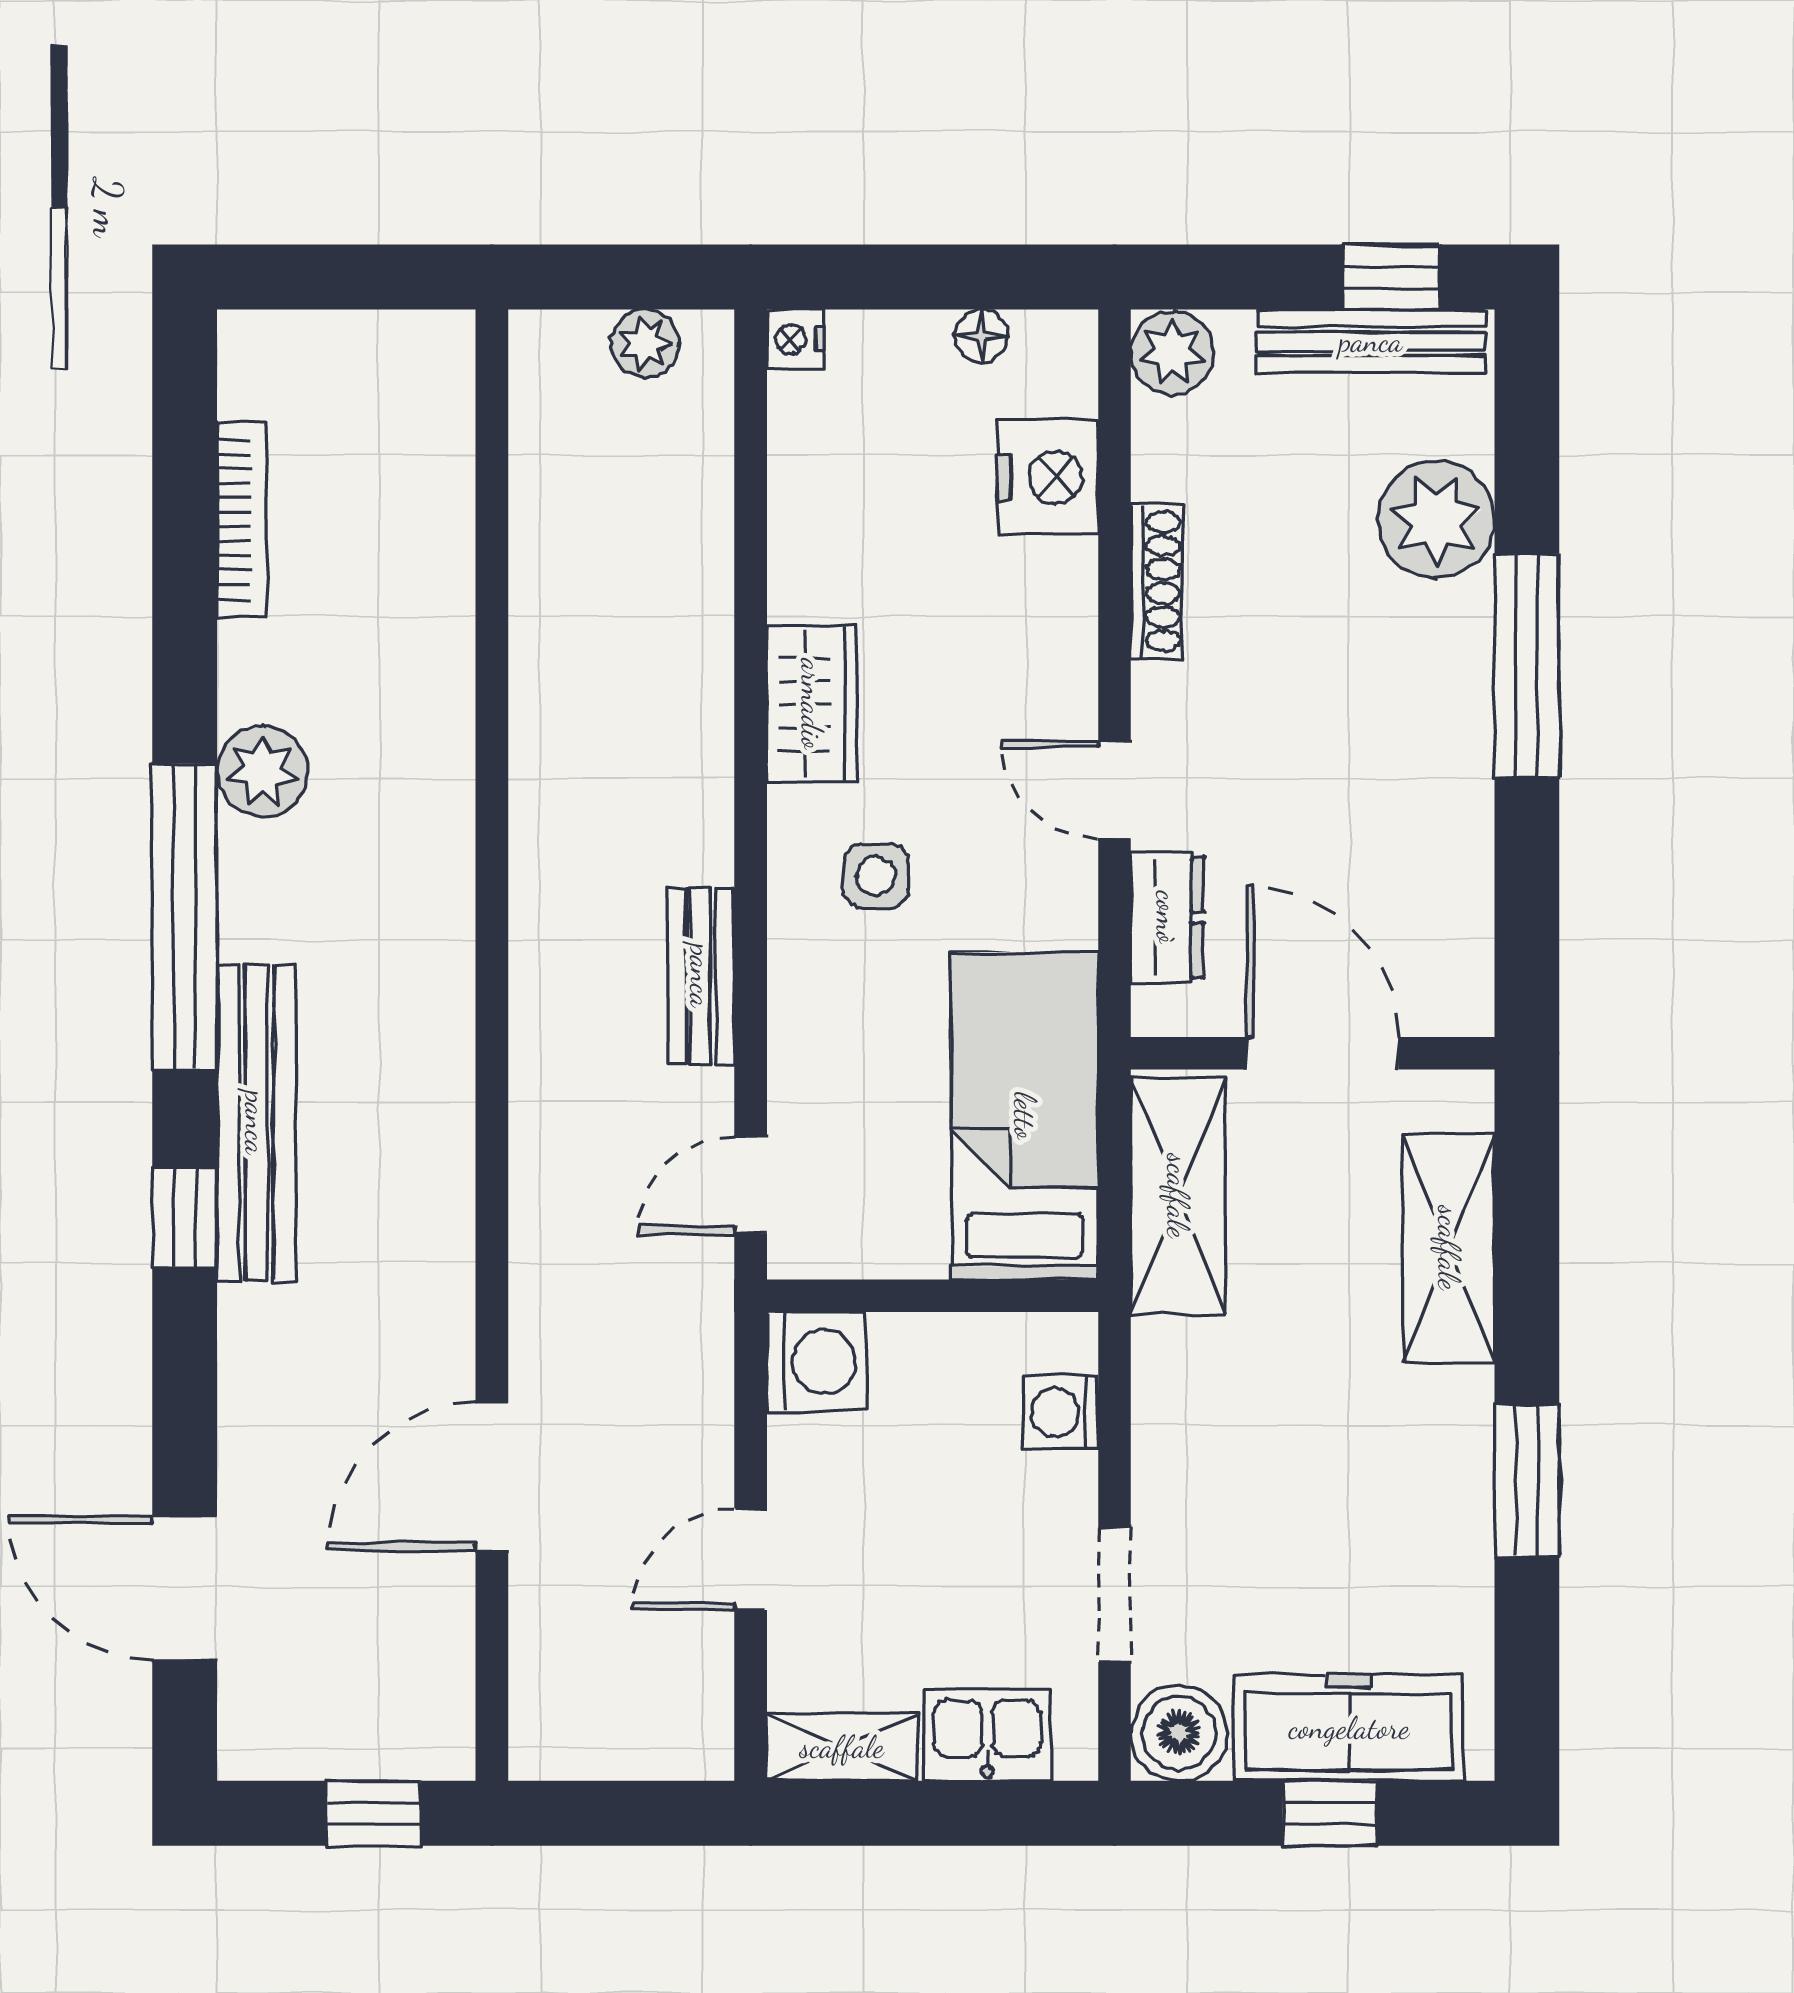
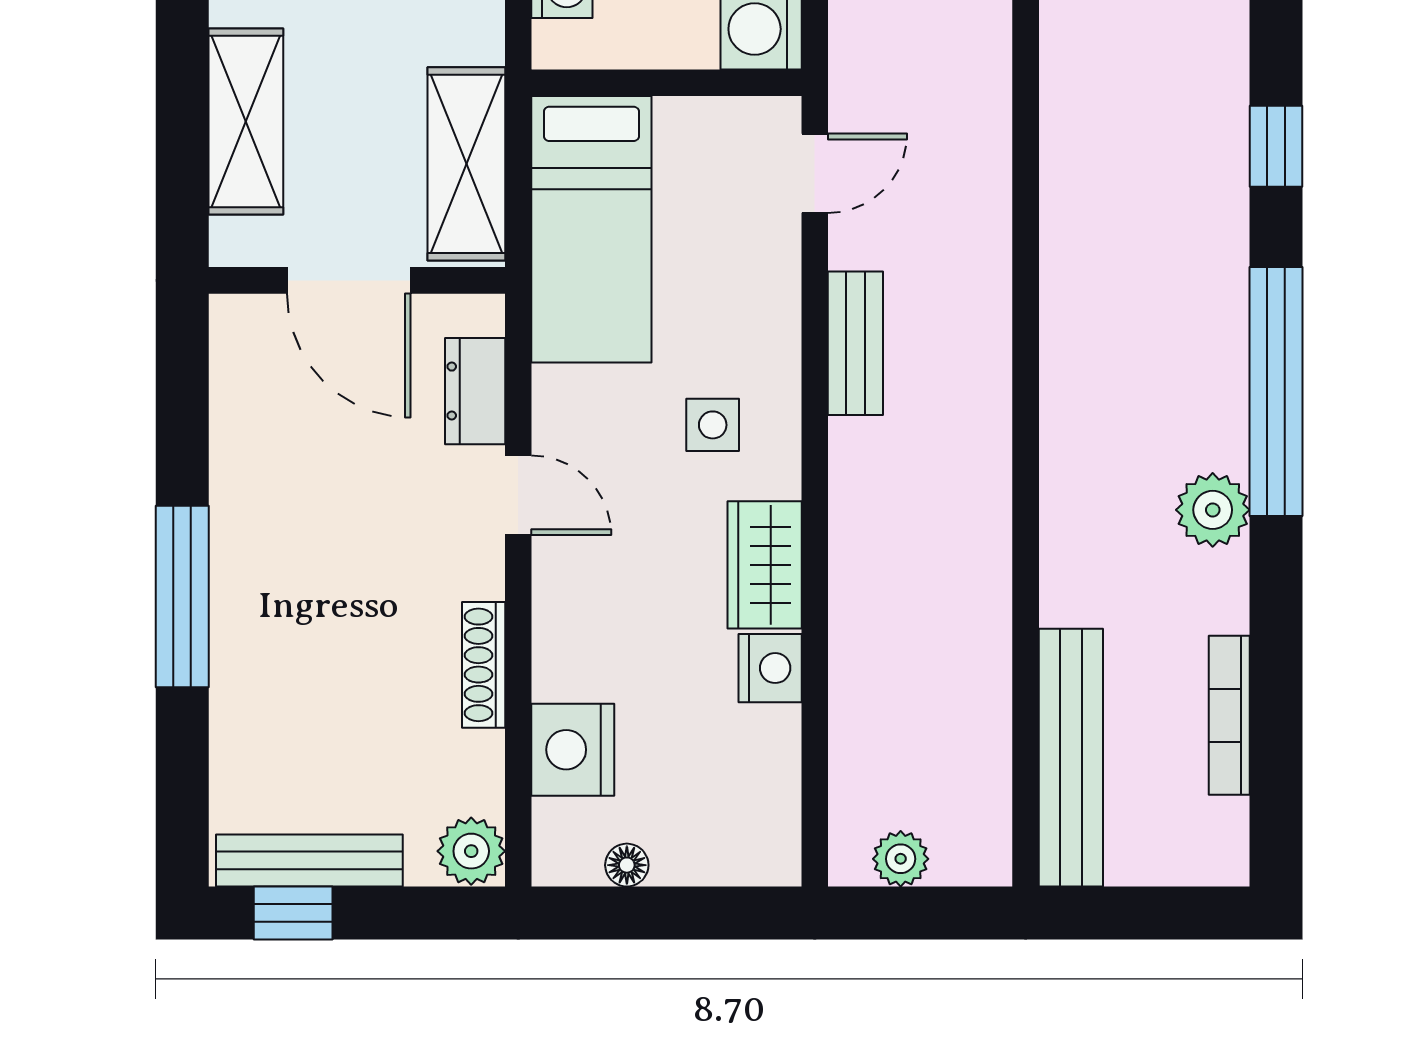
nightstand: (795, 340) -> (770, 668), moved, width x1.39, depth x1.35
plant: (1436, 520) -> (256, 715), removed
bench: (256, 1123) -> (1071, 758), moved

